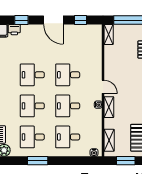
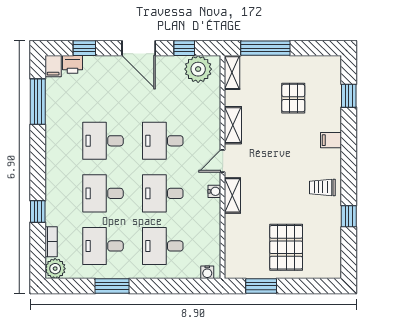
plant: (89, 32) -> (198, 69), added
door: (103, 87) -> (223, 161), swing flipped
shelving: (109, 140) -> (233, 125), moved

